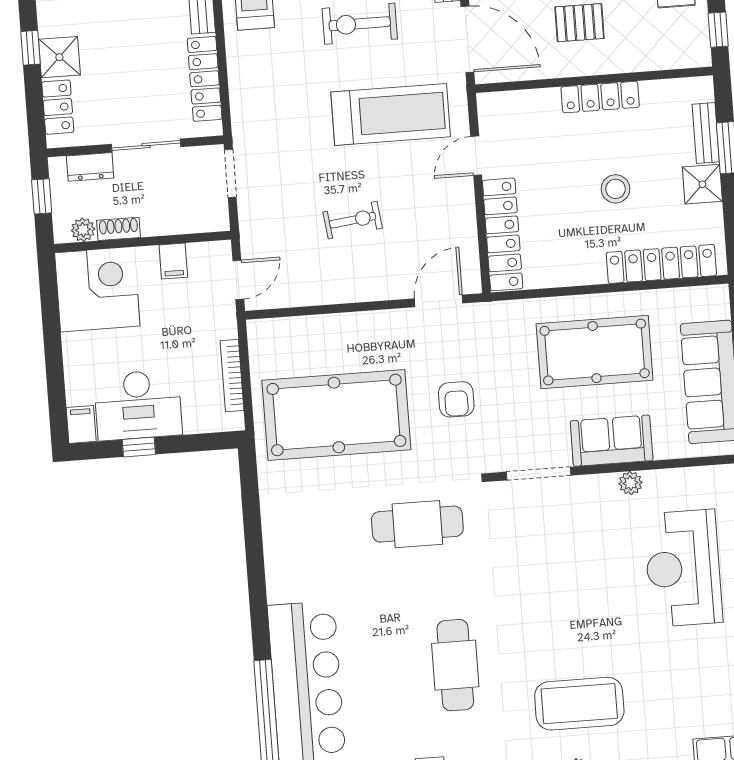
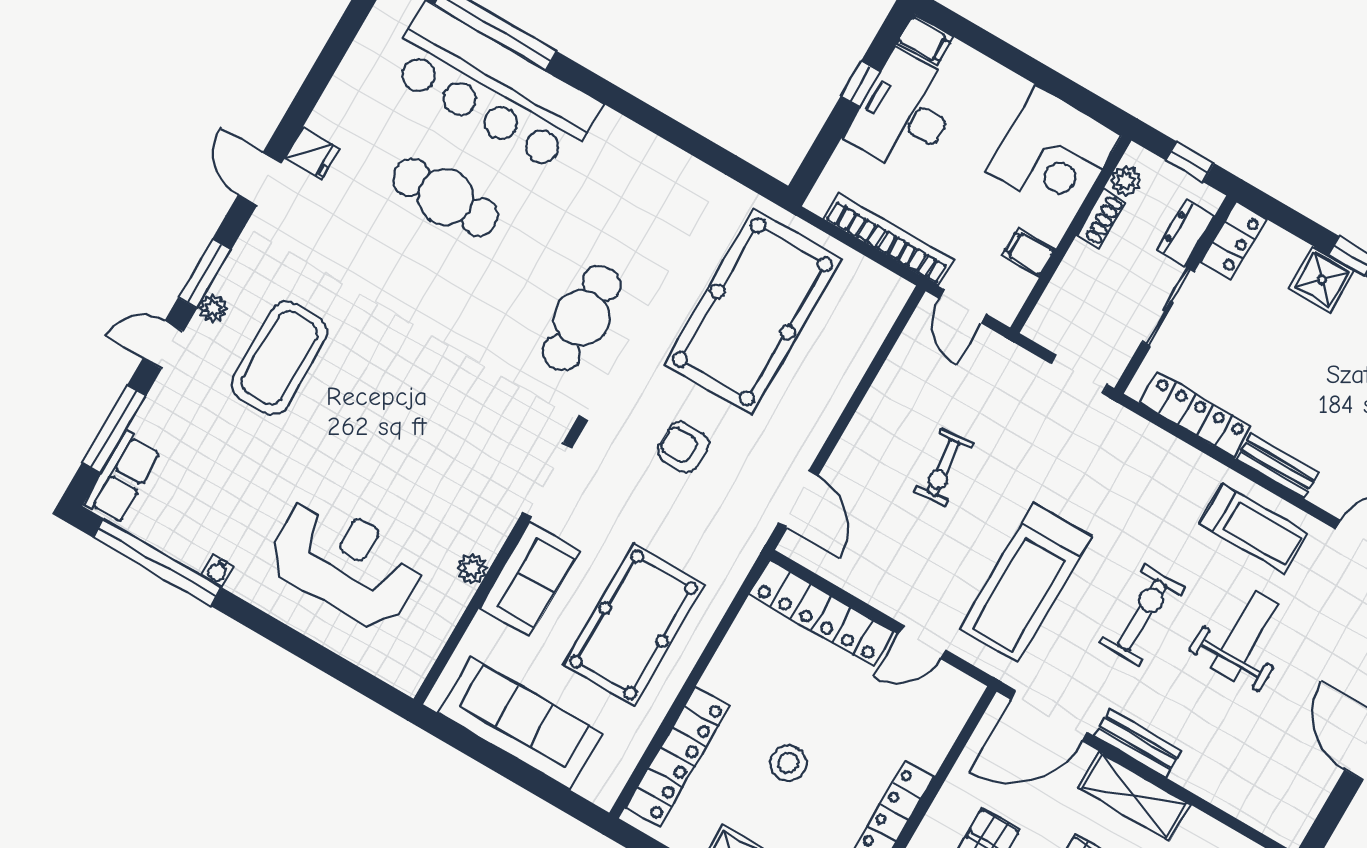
locker: (58, 107) -> (1233, 240), moved, turned -90
door: (476, 156) -> (922, 642), swing flipped
bookcase: (232, 376) -> (888, 239), width x1.48, depth x1.31
cafe table: (455, 665) -> (445, 197), moved

